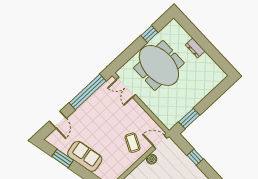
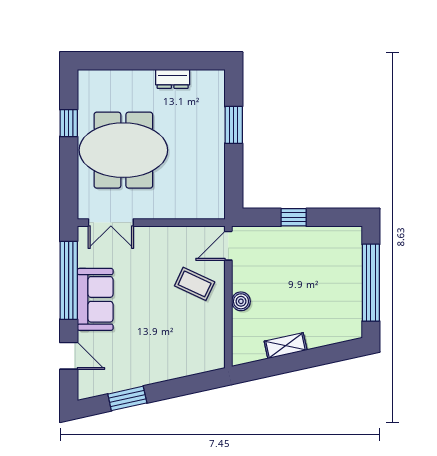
dresser: (195, 48) -> (173, 79), moved
window: (189, 119) -> (234, 125), moved
sofa: (85, 156) -> (95, 299), moved, turned 102
boiler: (152, 159) -> (241, 301), moved

